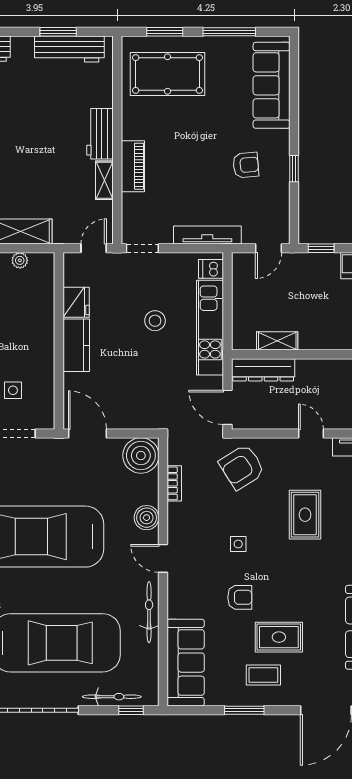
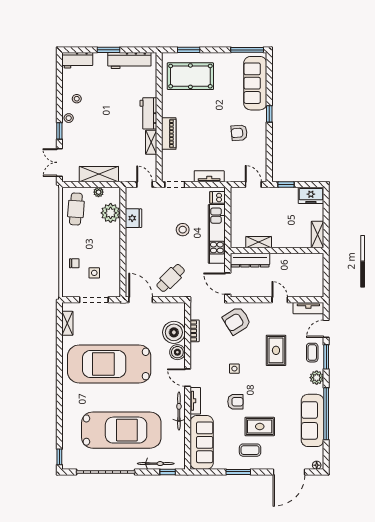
window: (58, 32) -> (108, 50), moved
window: (229, 32) -> (247, 50), moved
armchair: (246, 165) -> (239, 133), turned 180
window: (294, 169) -> (269, 114), moved
tv unit: (207, 235) -> (209, 176), width x0.71
door: (94, 248) -> (144, 185), hinge flipped
door: (269, 248) -> (253, 185), swing flipped
plant: (39, 294) -> (111, 213), added
kitchen counter: (76, 345) -> (134, 245), removed
cafe table: (136, 398) -> (171, 278), added
boiler: (141, 455) -> (174, 332), moved
tv unit: (175, 596) -> (195, 401), added

